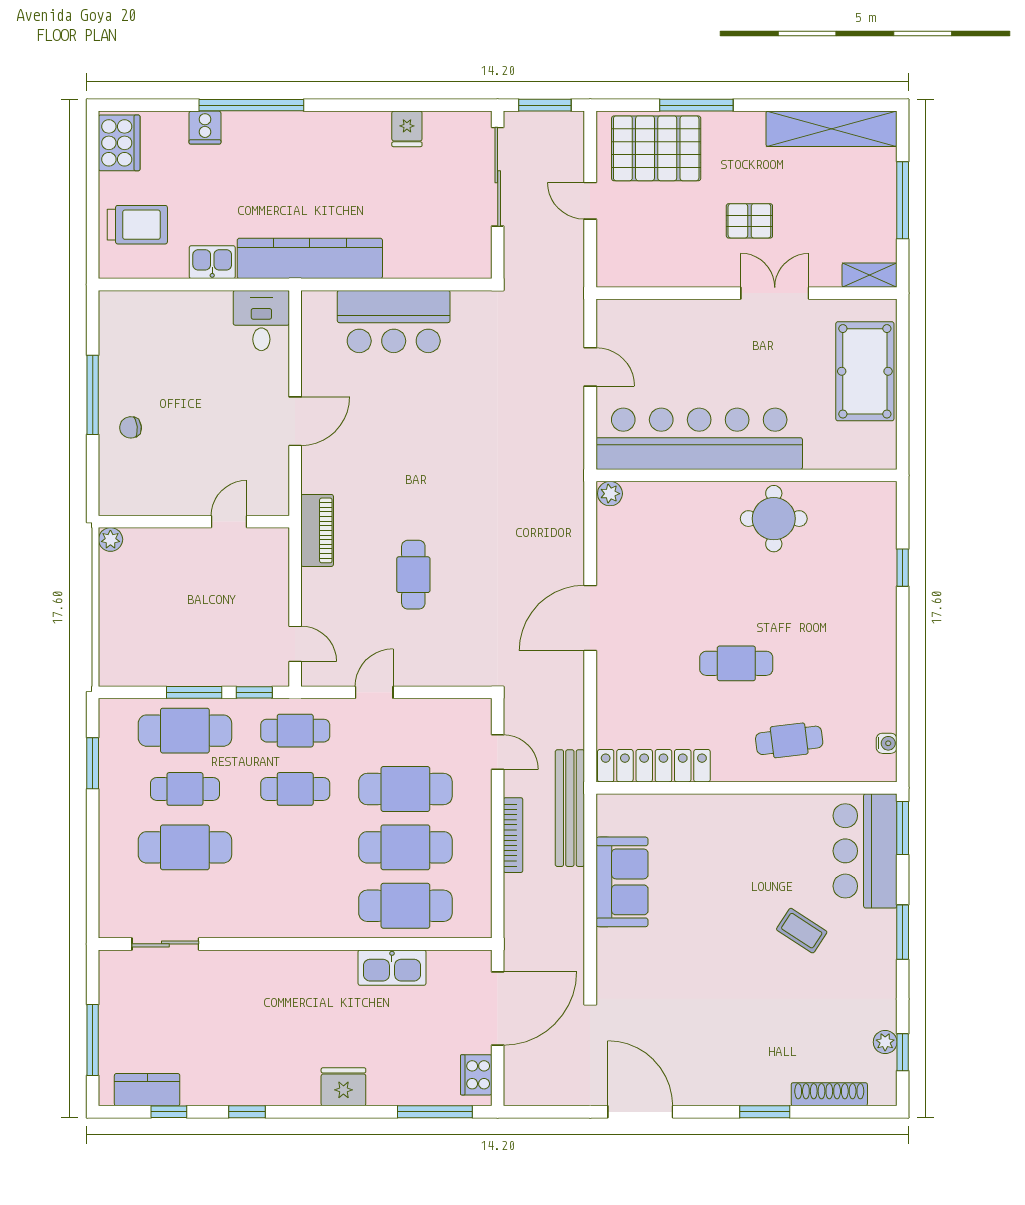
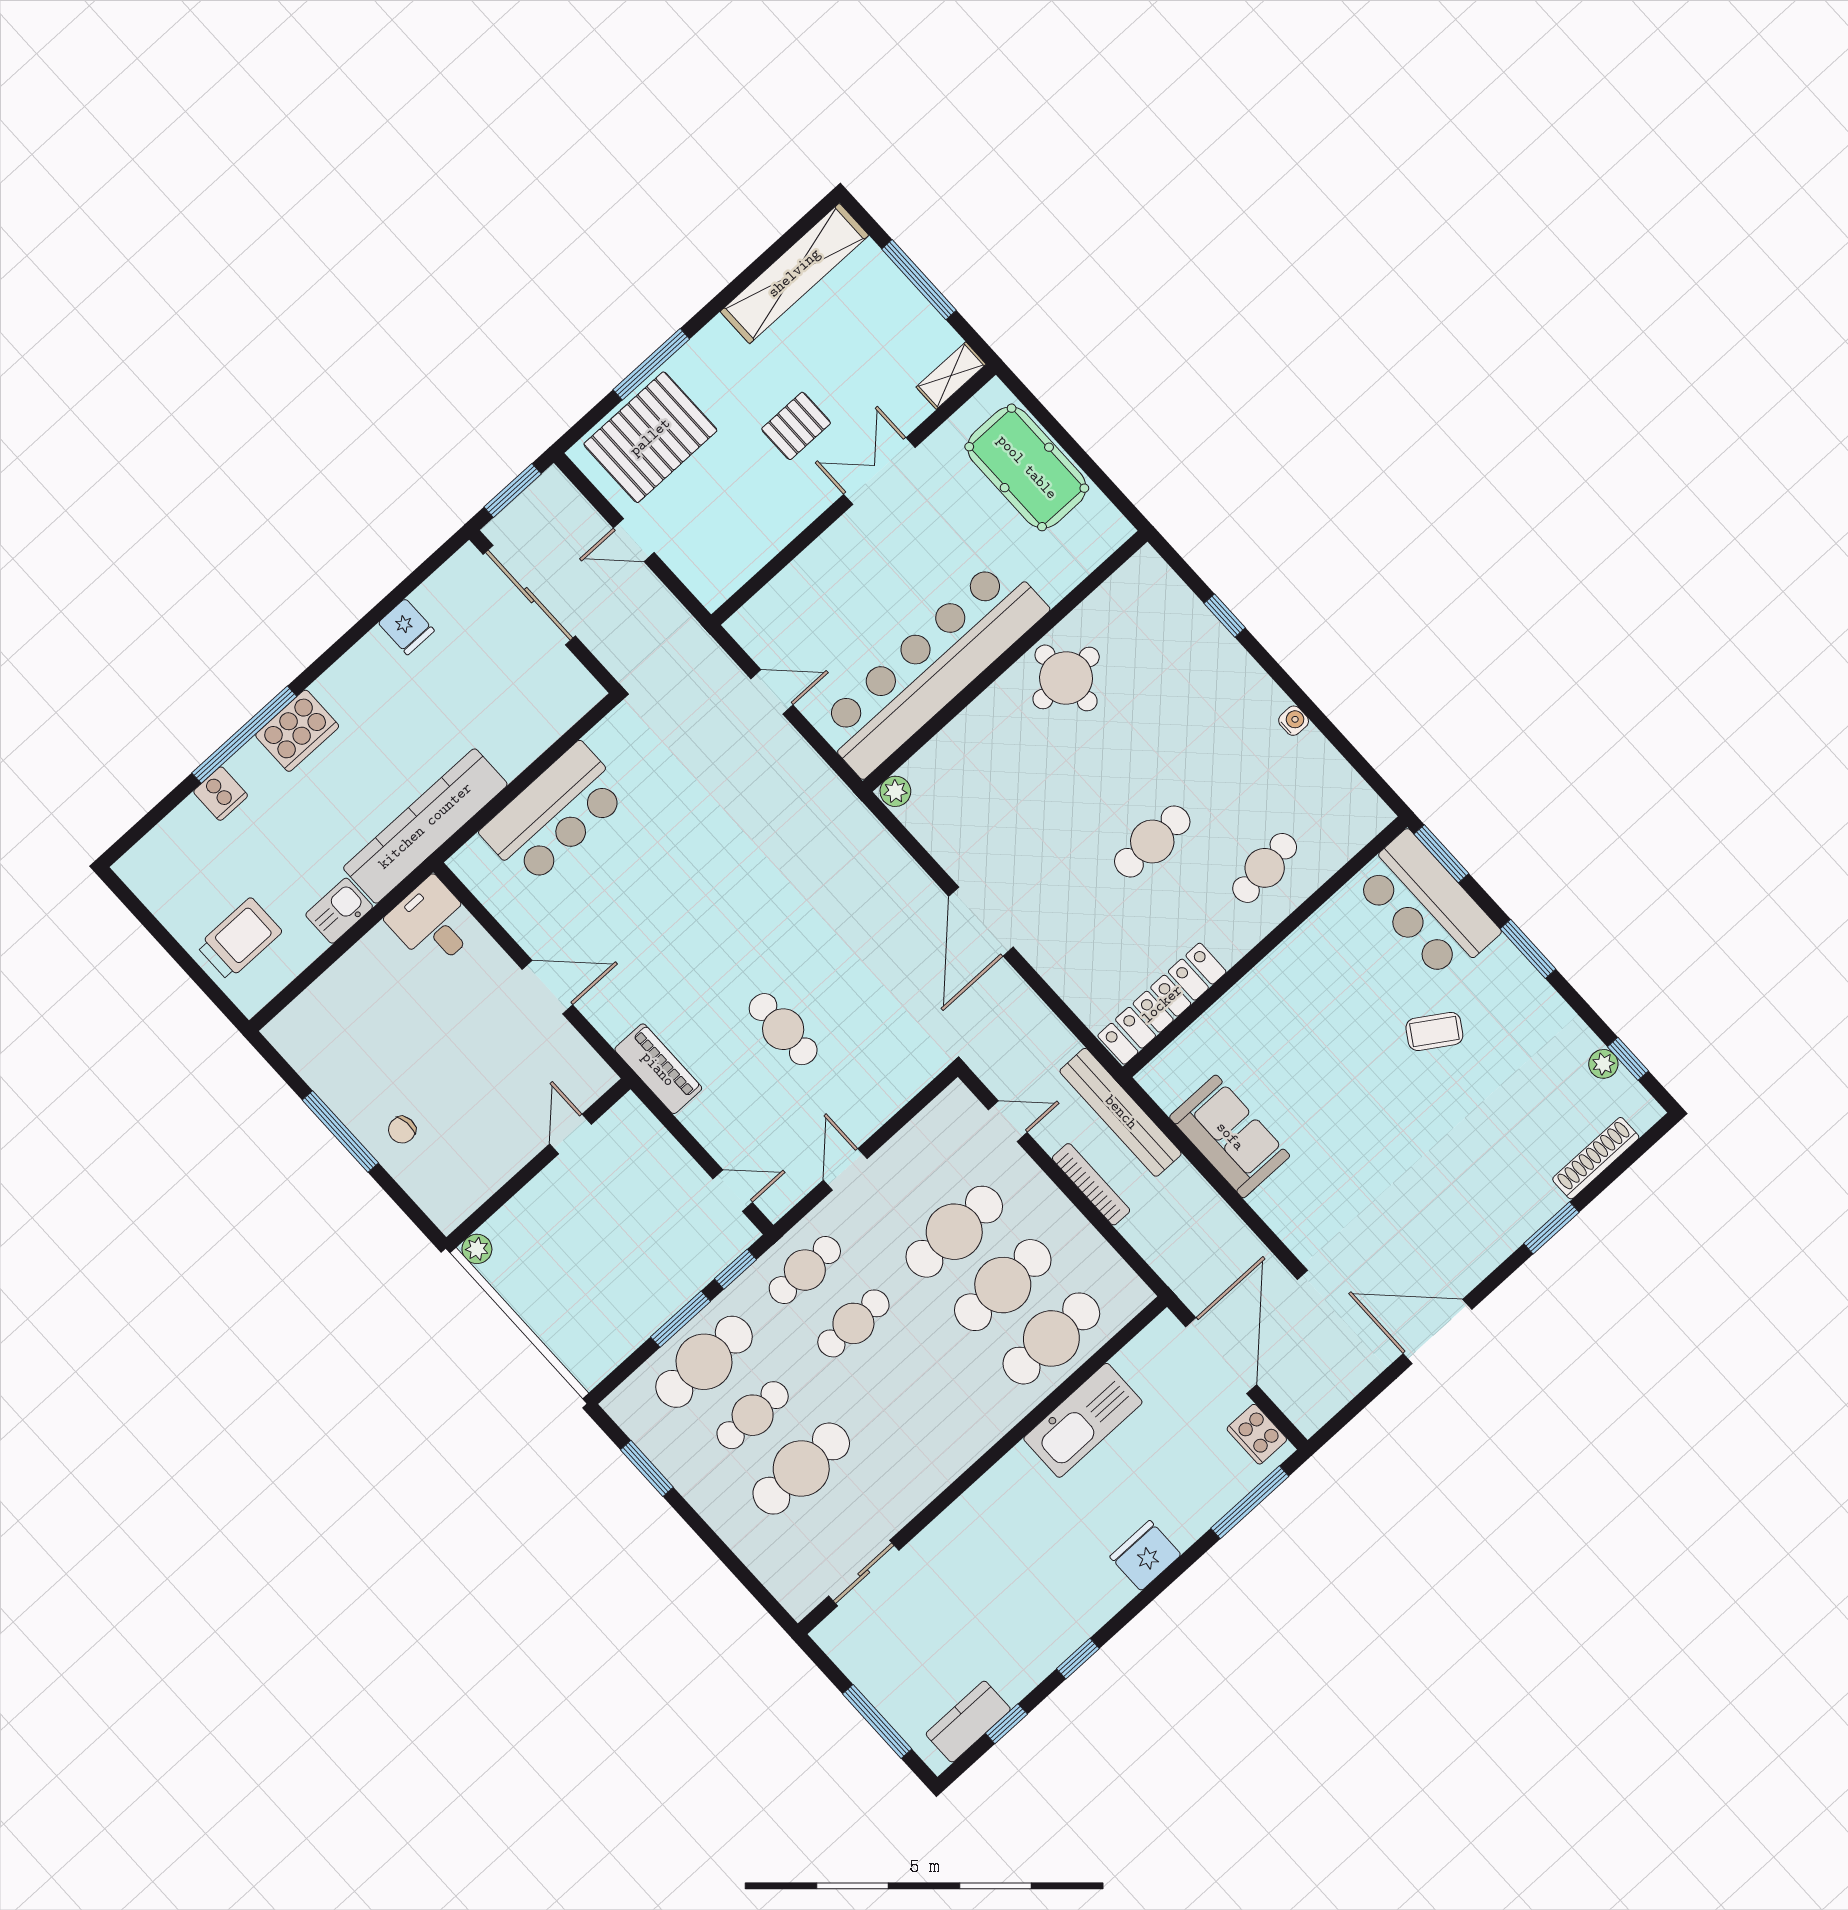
cooker: (119, 143) -> (297, 731), moved, turned 90
door: (295, 421) -> (547, 987), hinge flipped
water cooler: (887, 743) -> (1294, 721), moved
kitchen sink: (392, 968) -> (1083, 1420), width x1.36, depth x1.24

